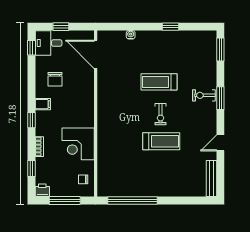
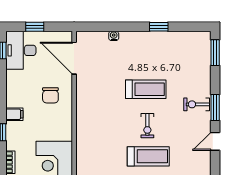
desk: (49, 43) -> (21, 50), width x1.37
chair: (55, 79) -> (50, 95), moved
treadmill: (159, 82) -> (146, 89), turned 180
door: (220, 143) -> (215, 141), moved

